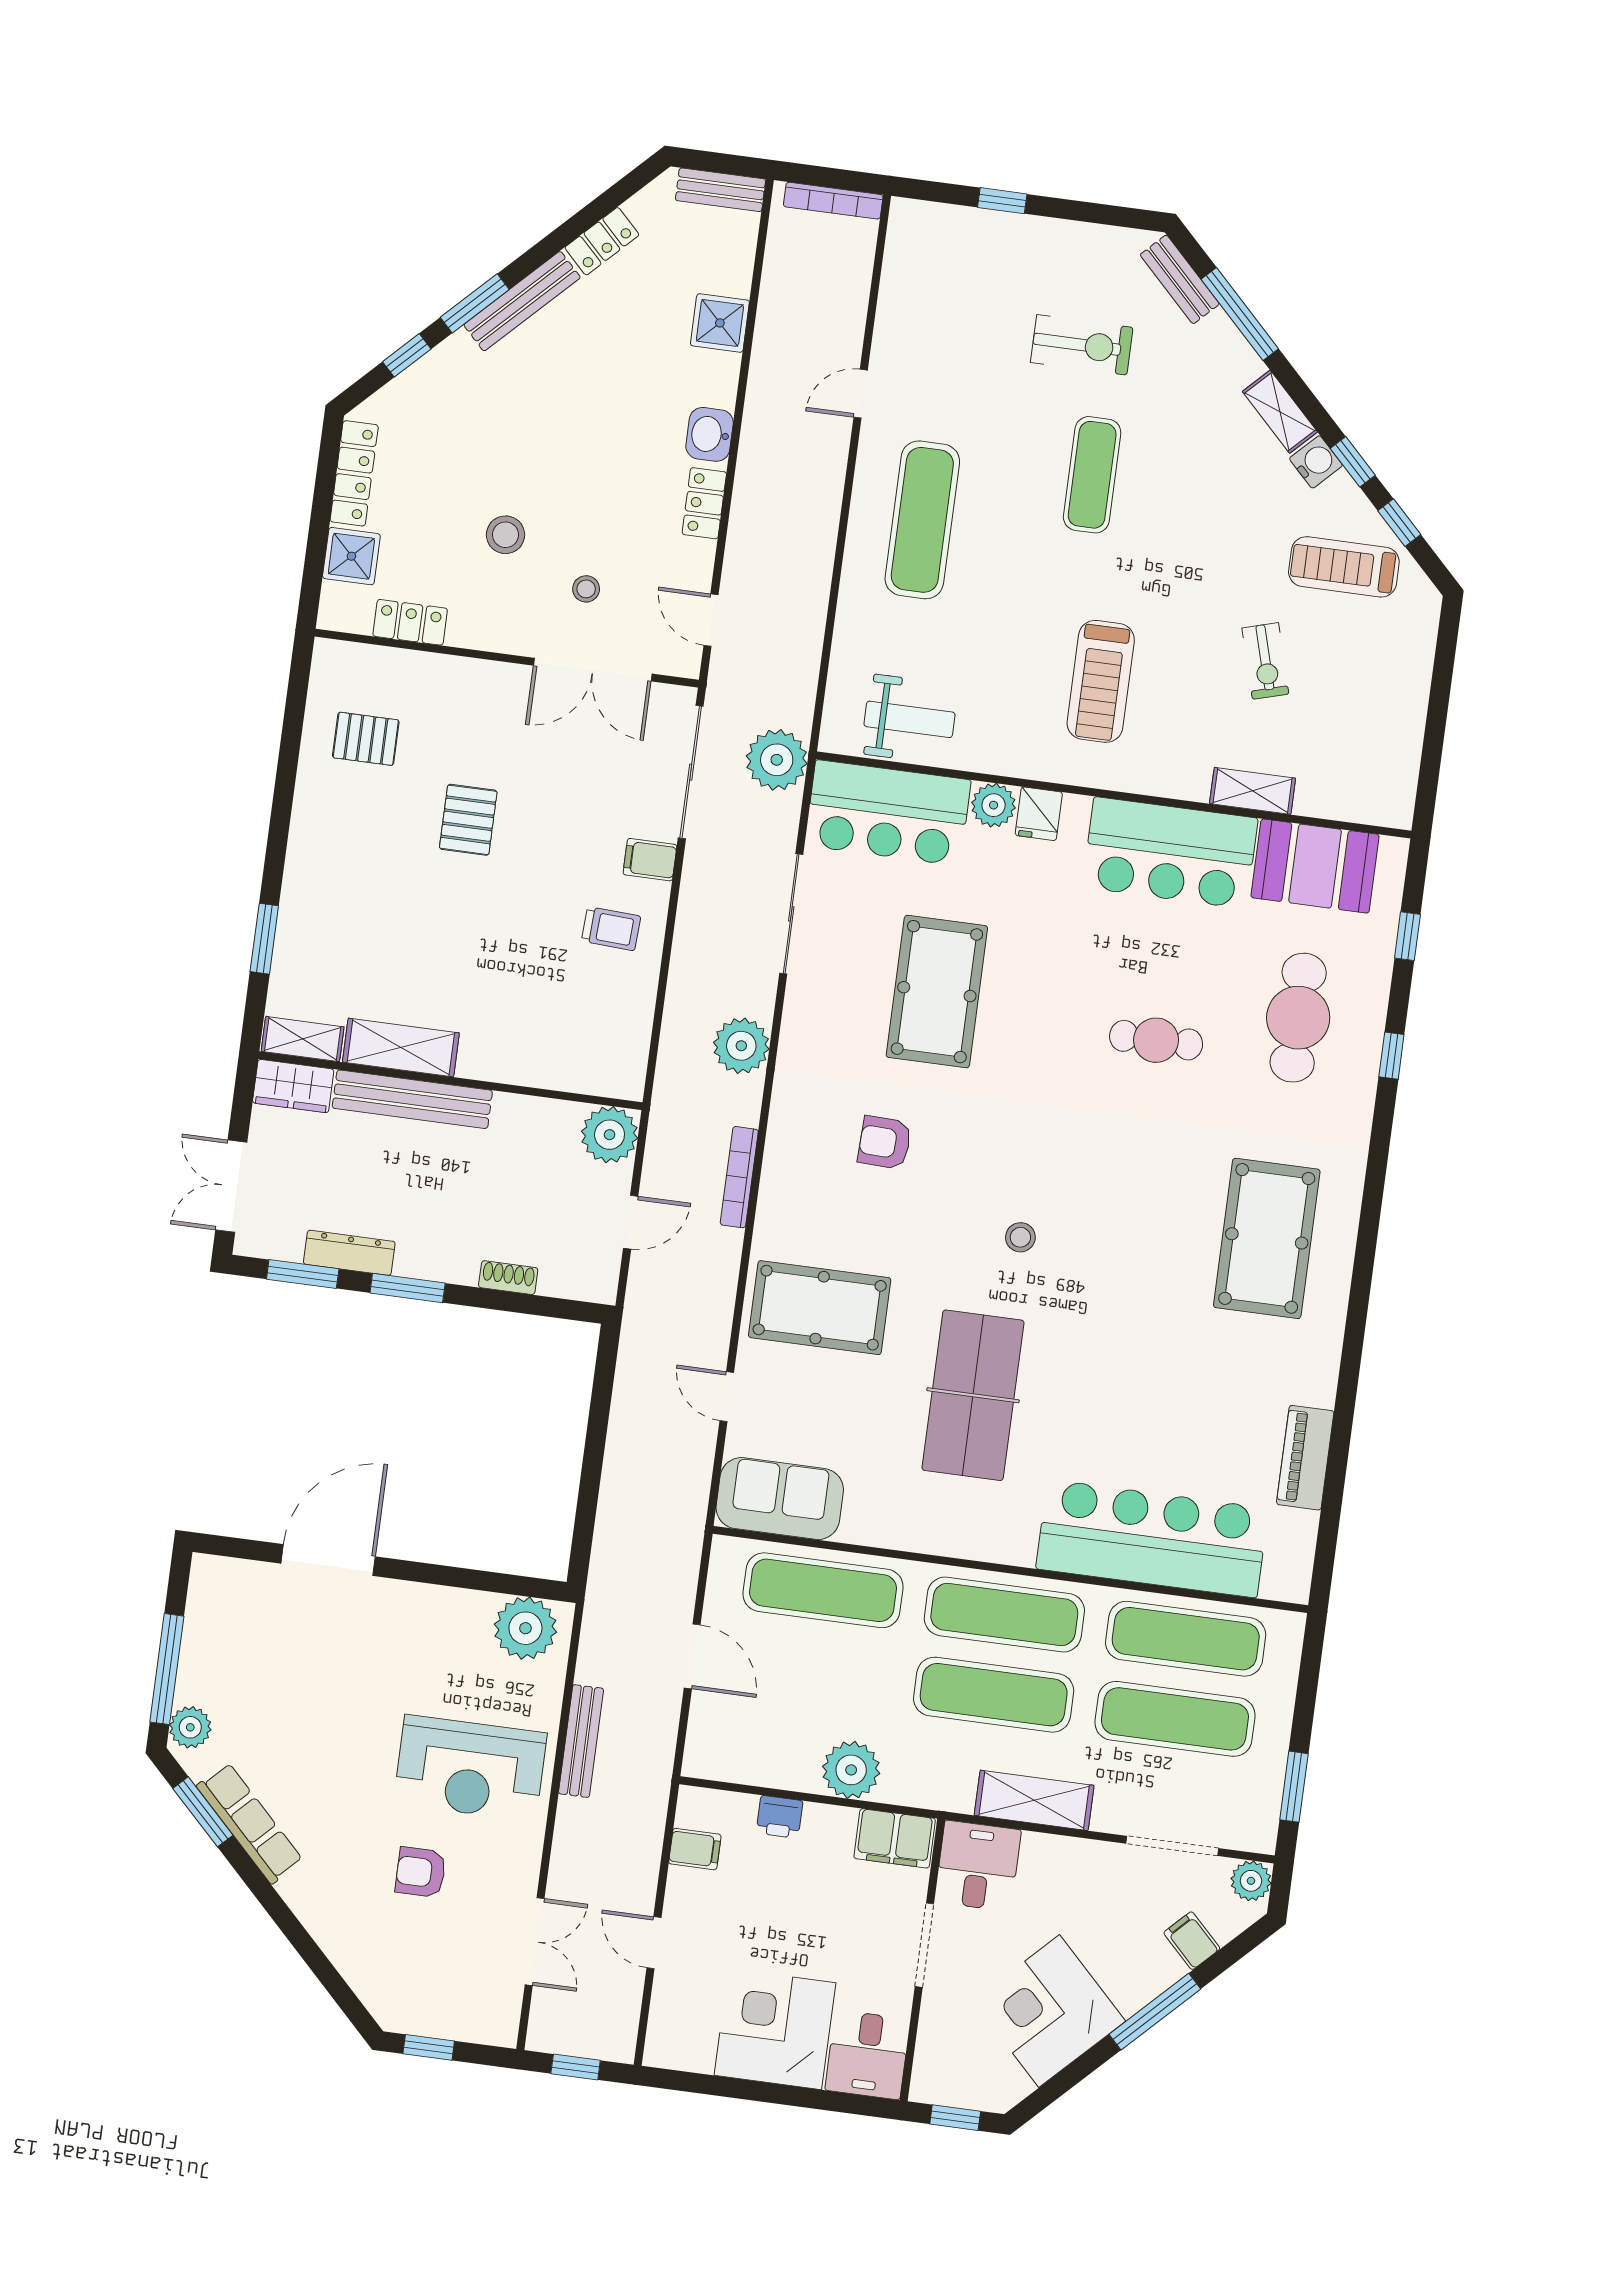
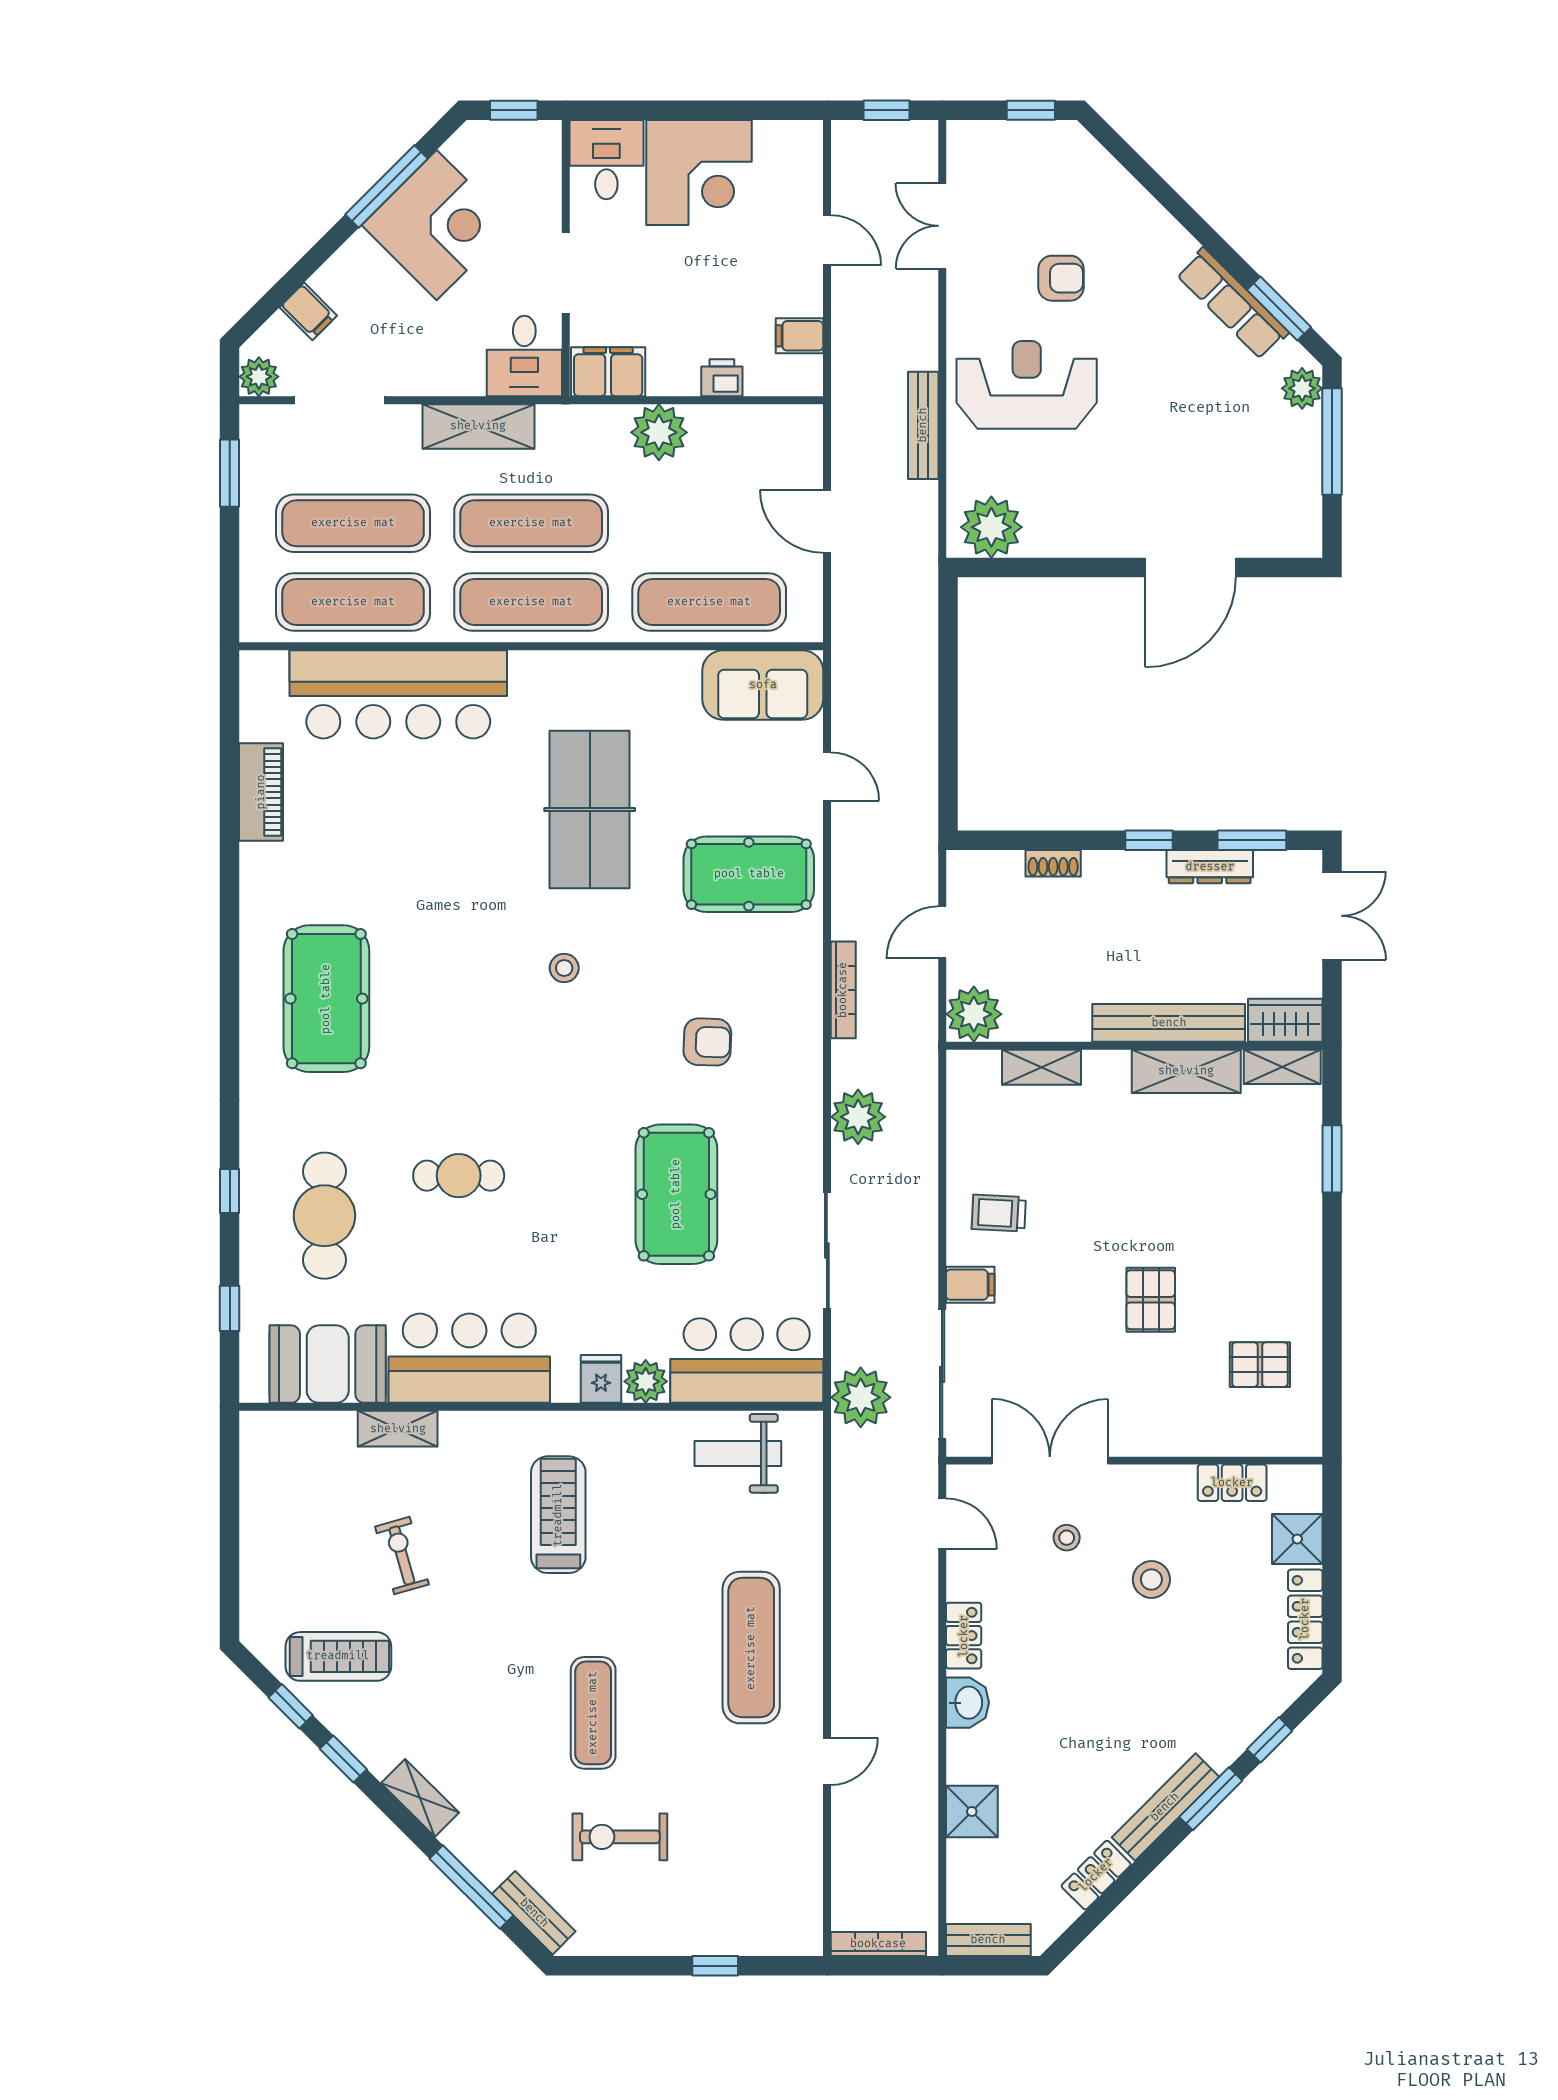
water cooler: (1316, 462) -> (379, 1754), removed
shelving: (548, 1071) -> (1042, 1067), added
window: (408, 1288) -> (1149, 840), width x0.67
window: (1155, 2012) -> (387, 186), moved

